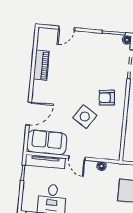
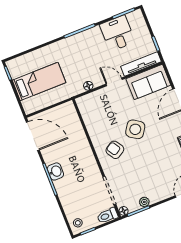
plant: (104, 38) -> (144, 202), added
armchair: (107, 98) -> (115, 150), turned -116
side table: (85, 117) -> (135, 129), moved

